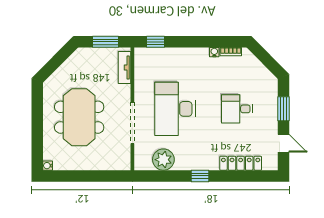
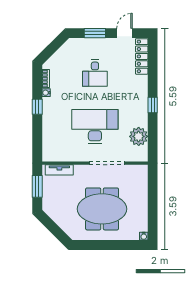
window: (155, 42) -> (37, 107), moved
desk: (175, 109) -> (95, 127), turned 180
locker: (241, 163) -> (142, 56), moved

